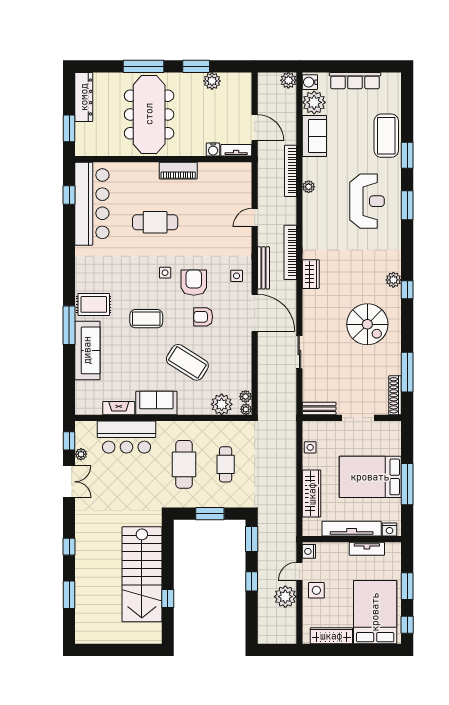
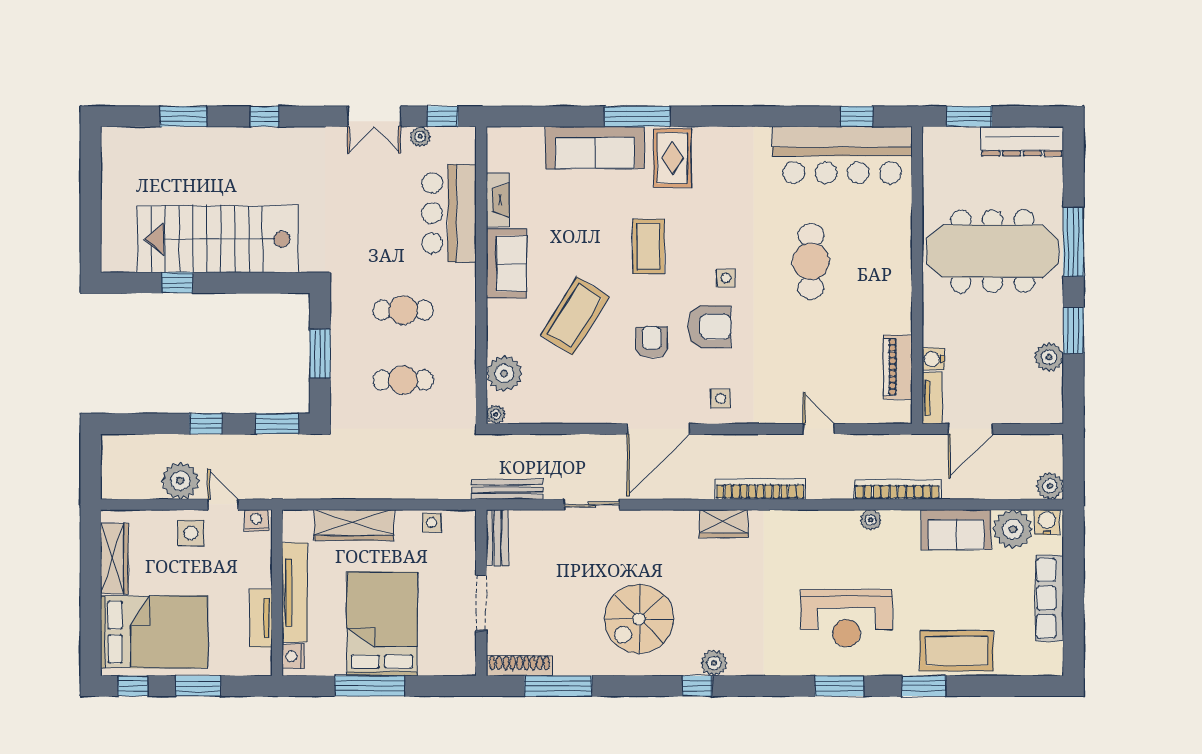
piano: (178, 171) -> (898, 367), moved
bench: (263, 268) -> (507, 489), moved
plant: (245, 396) -> (517, 414), removed
cafe table: (184, 464) -> (403, 310), width x0.73, depth x0.74

